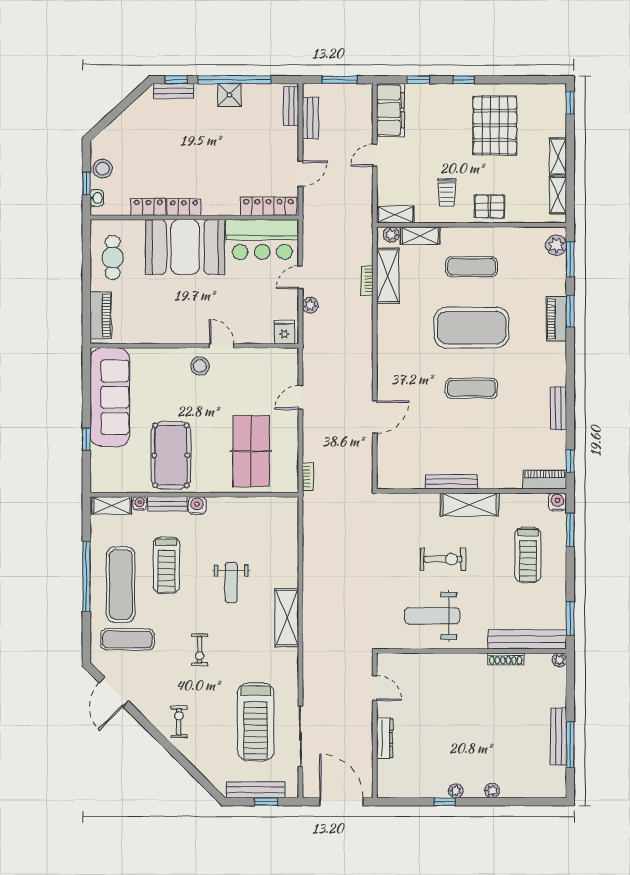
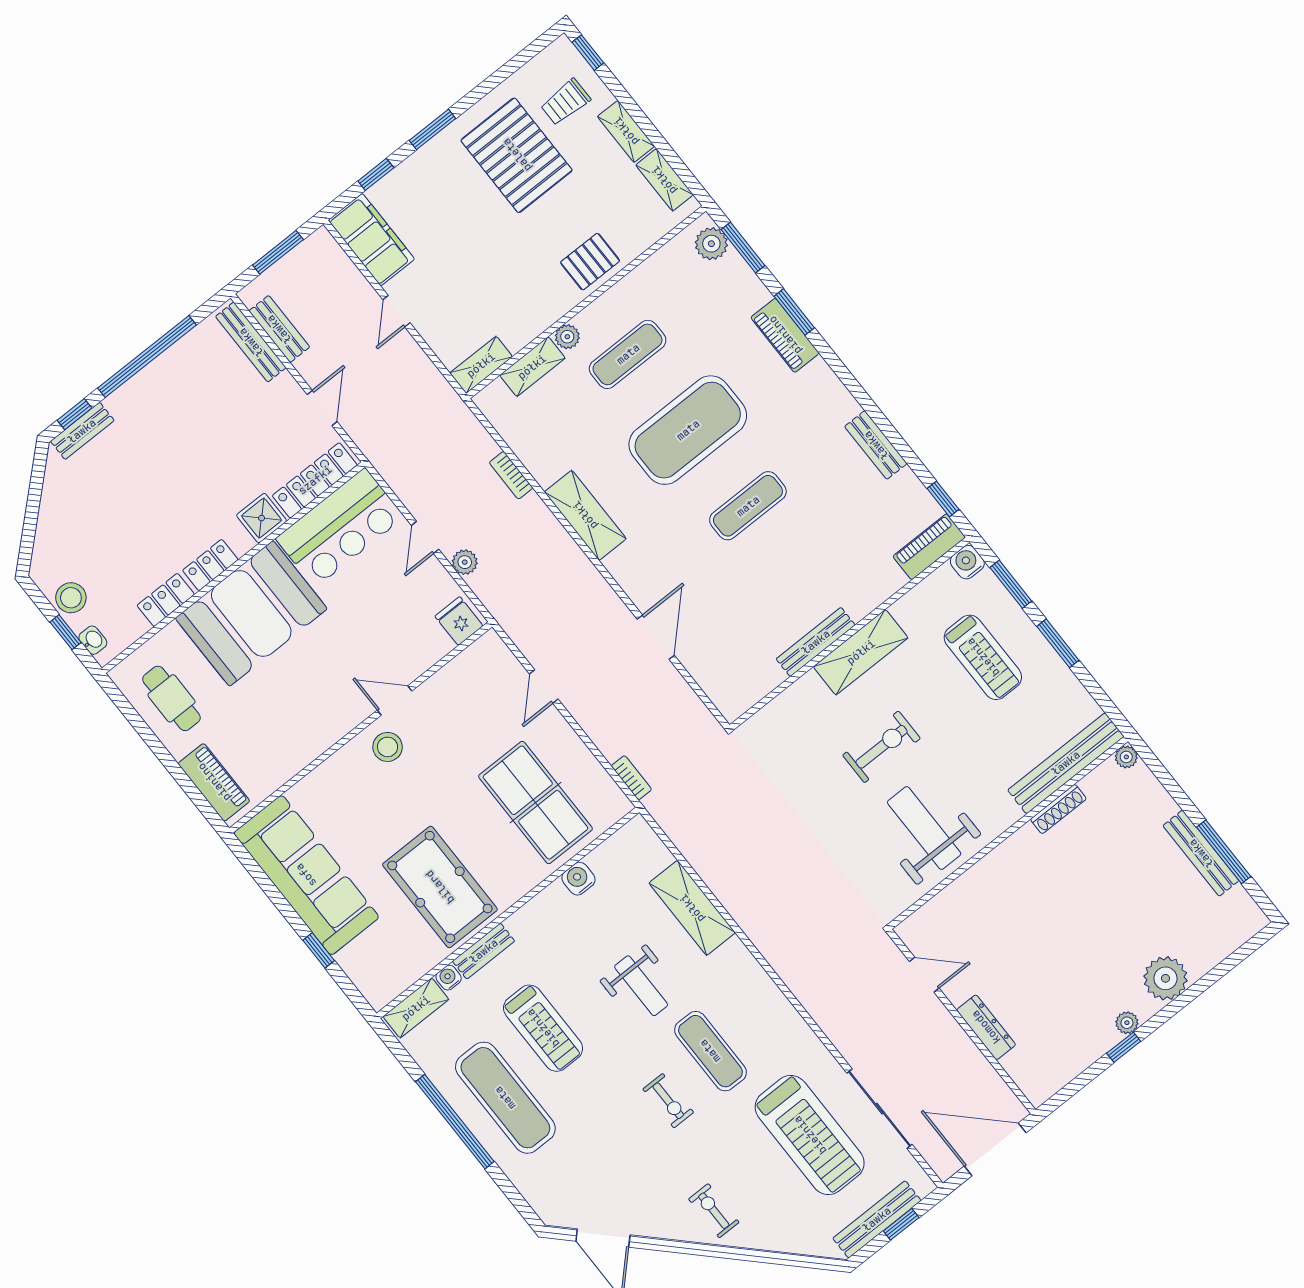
window: (464, 80) -> (432, 129), width x1.50
shower: (229, 95) -> (262, 518), moved
bench: (291, 106) -> (251, 342), width x1.36
trolley: (447, 193) -> (565, 102), moved, turned 90
plant: (391, 234) -> (567, 337), moved
shelving: (388, 276) -> (585, 515), moved
water cooler: (197, 505) -> (578, 879), moved
weight bench: (432, 616) -> (924, 828), turned 90
shelving: (287, 618) -> (692, 908), moved
window: (570, 618) -> (1058, 643), moved
exercise mat: (127, 639) -> (710, 1051), moved, turned 90
plant: (492, 791) -> (1165, 978), width x1.88, depth x1.88

